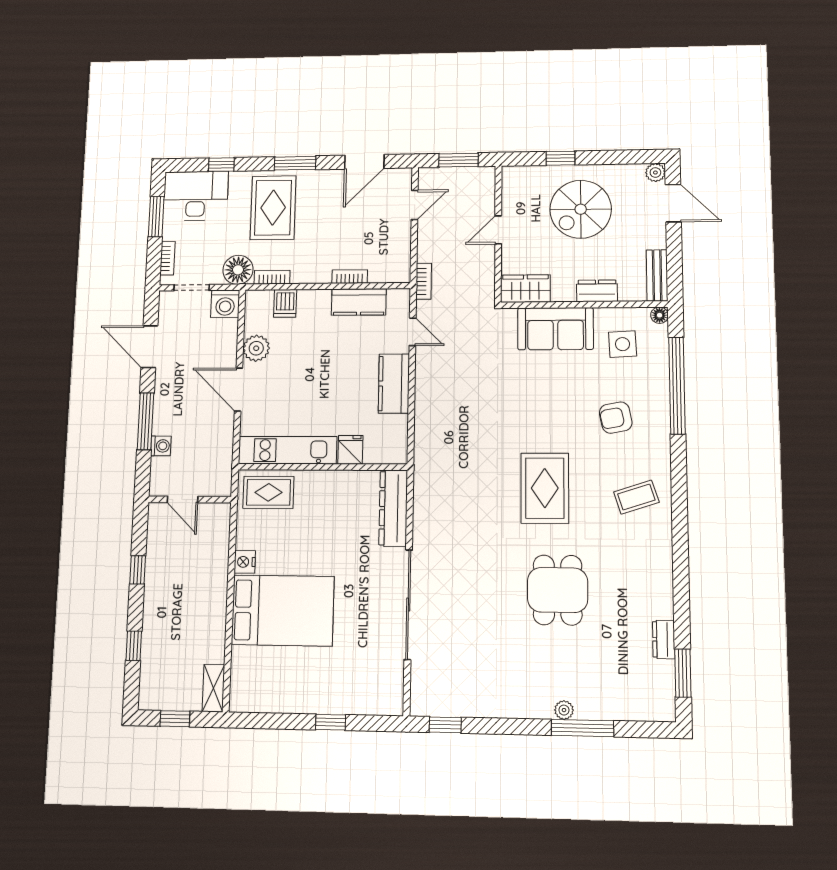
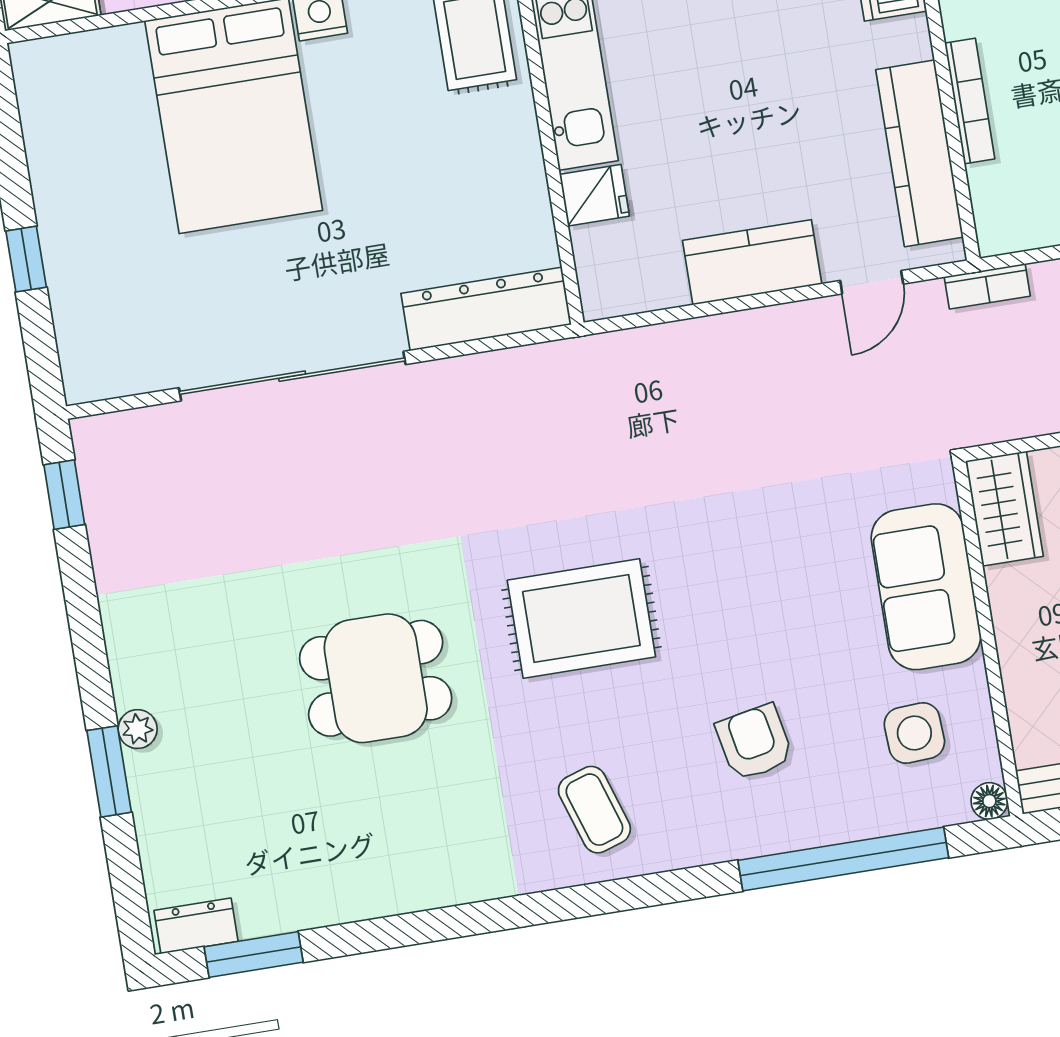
bookcase: (350, 277) -> (970, 101), width x1.56
dresser: (597, 291) -> (1023, 662), removed
kitchen counter: (359, 302) -> (920, 153), width x1.50
dresser: (664, 639) -> (196, 926), moved
window: (582, 728) -> (109, 771), width x0.69

